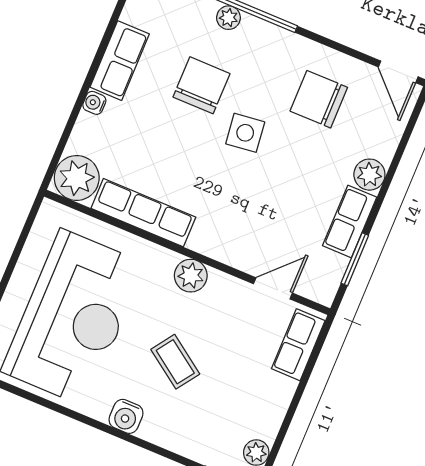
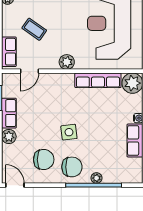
chair: (201, 85) -> (72, 167), moved, turned -90
coffee table: (175, 362) -> (34, 29), moved

